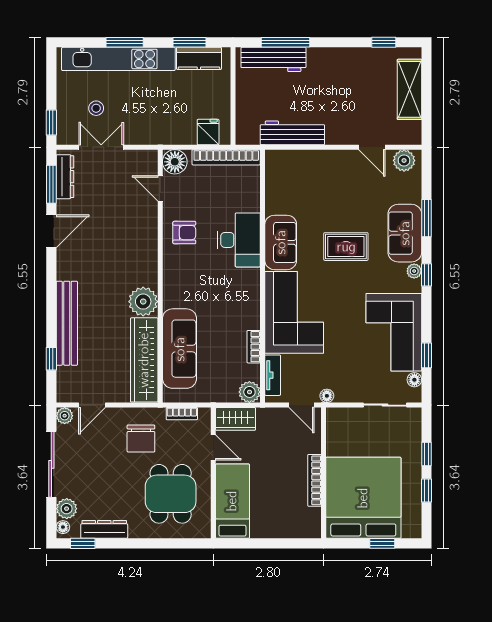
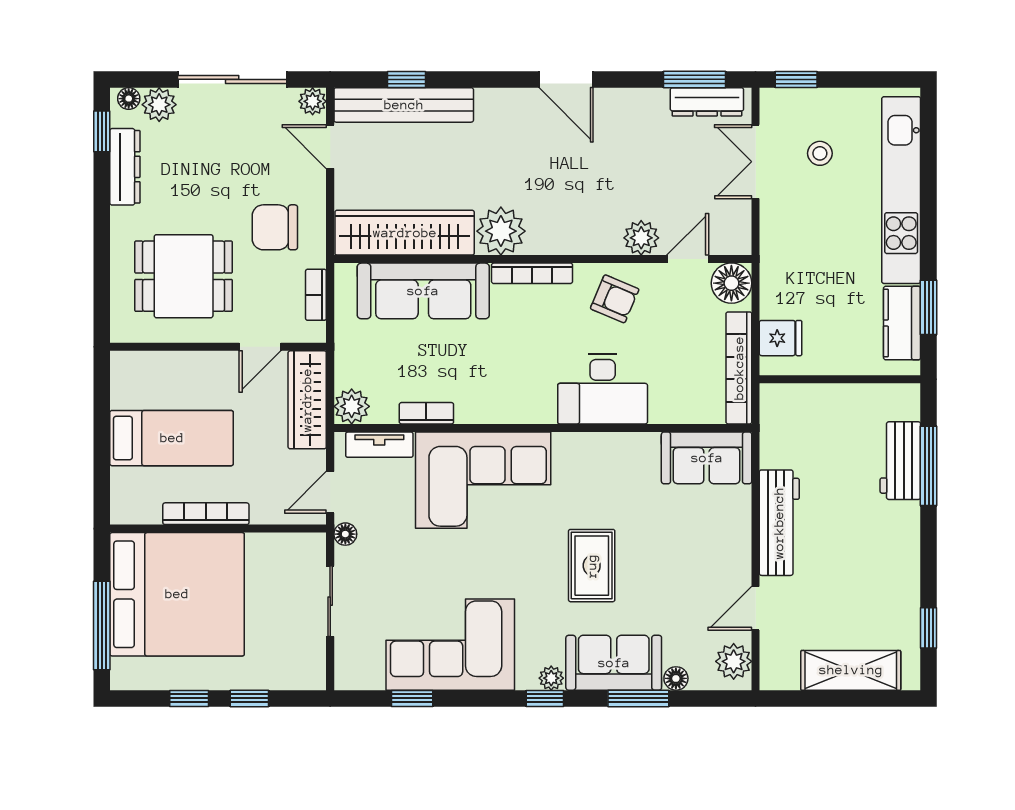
window: (125, 42) -> (929, 200), removed
workbench: (273, 59) -> (900, 461), width x0.73
workbench: (292, 133) -> (779, 523), moved
double door: (101, 147) -> (756, 162), swing flipped
plant: (147, 216) -> (641, 238), added
door: (51, 231) -> (566, 79), moved
armchair: (184, 233) -> (615, 299), turned -67
sofa: (281, 242) -> (707, 458), moved
bookcase: (169, 283) -> (532, 273), added
bench: (67, 323) -> (404, 105), moved
floor lamp: (414, 380) -> (676, 678), moved
sliding door: (385, 405) -> (330, 601), moved
wardrobe: (236, 419) -> (307, 400), width x1.50
bed: (232, 501) -> (172, 438), moved
window: (382, 543) -> (102, 625), width x2.17

